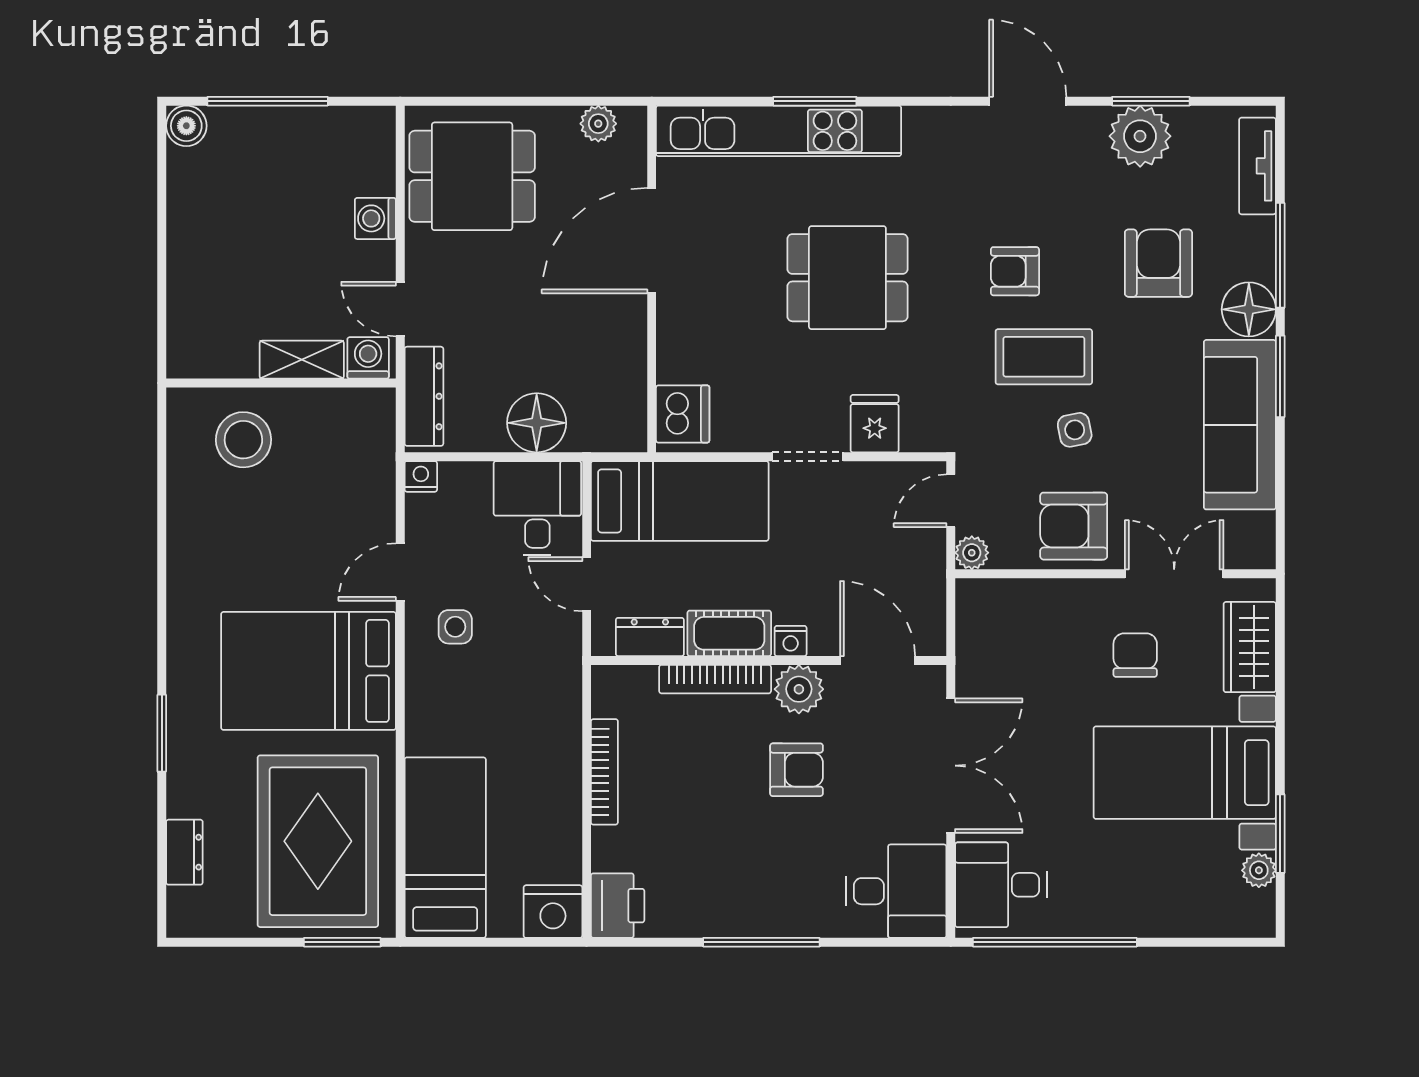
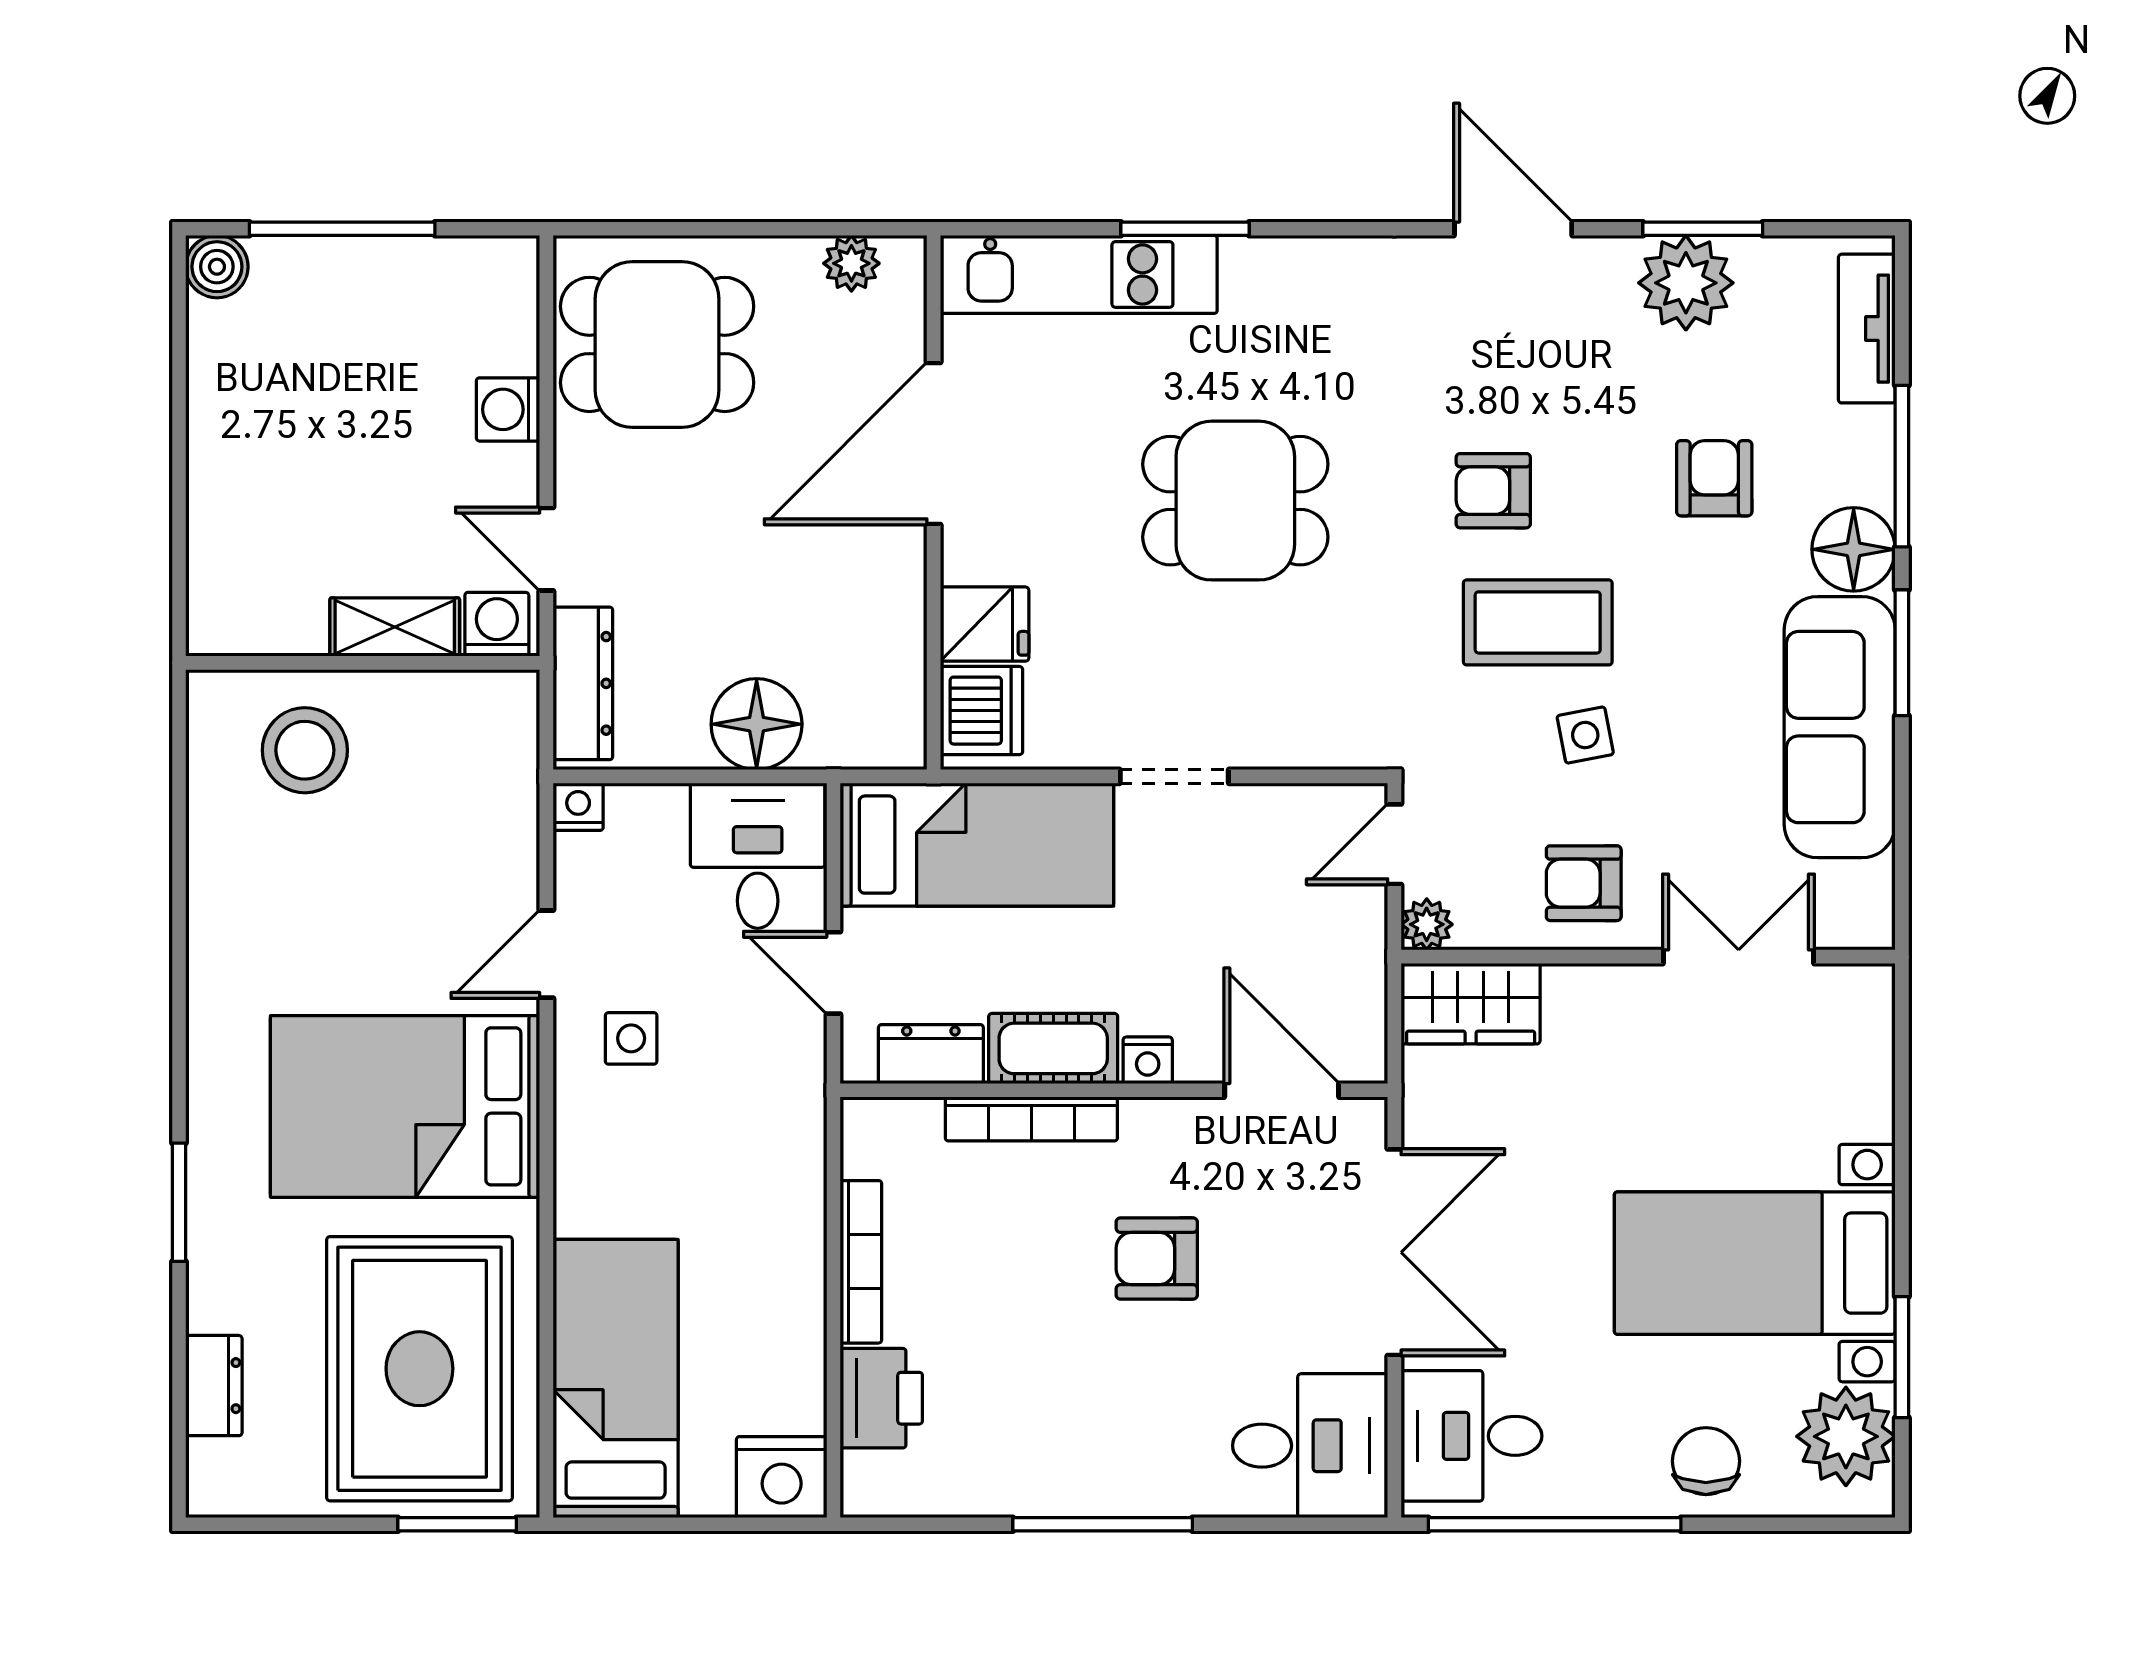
kitchen unit: (779, 131) -> (1079, 274), width x0.73
armchair: (1158, 263) -> (1714, 478), width x0.72, depth x0.72
fridge: (875, 424) -> (985, 624), moved, turned 90
armchair: (1074, 526) -> (1584, 883), width x0.72, depth x0.72
wardrobe: (1250, 647) -> (1471, 1004), moved, turned -90
chair: (1135, 655) -> (1706, 1461), moved
plant: (799, 689) -> (1160, 1135), removed
armchair: (796, 770) -> (1157, 1259), turned 180
plant: (1259, 870) -> (1846, 1436), width x1.88, depth x1.88
printer: (618, 906) -> (881, 1398), moved

